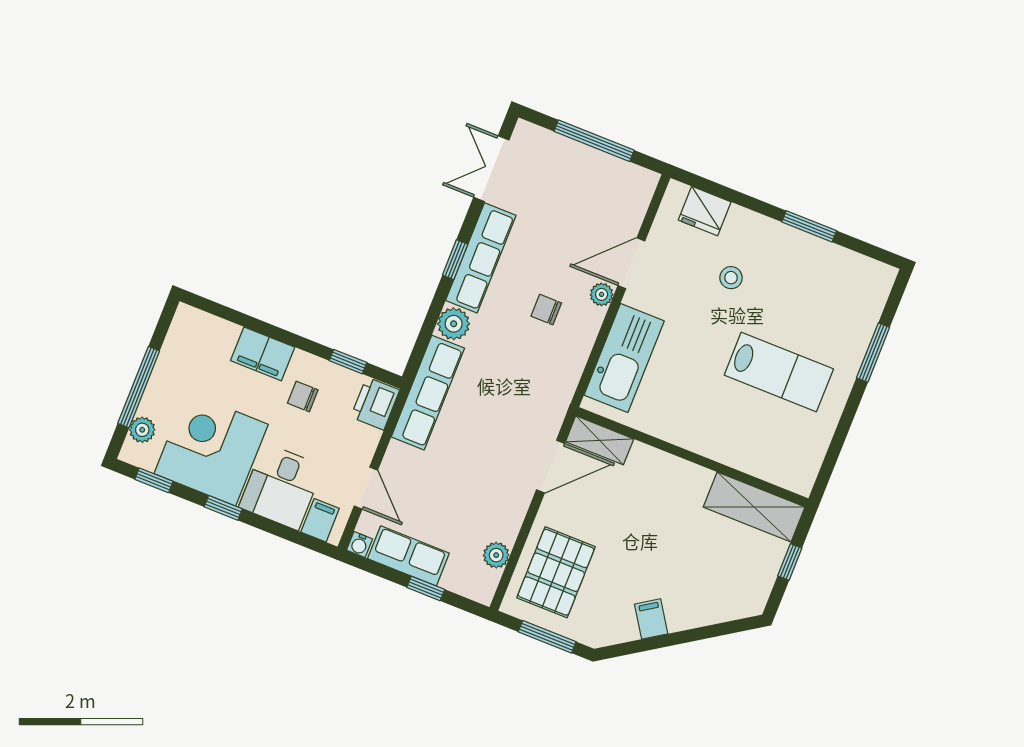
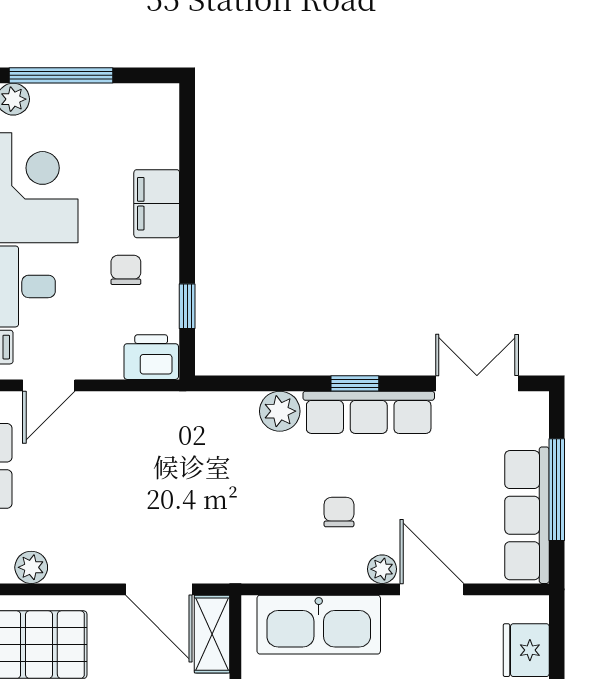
row of seats: (428, 393) -> (527, 515), moved, turned 90

